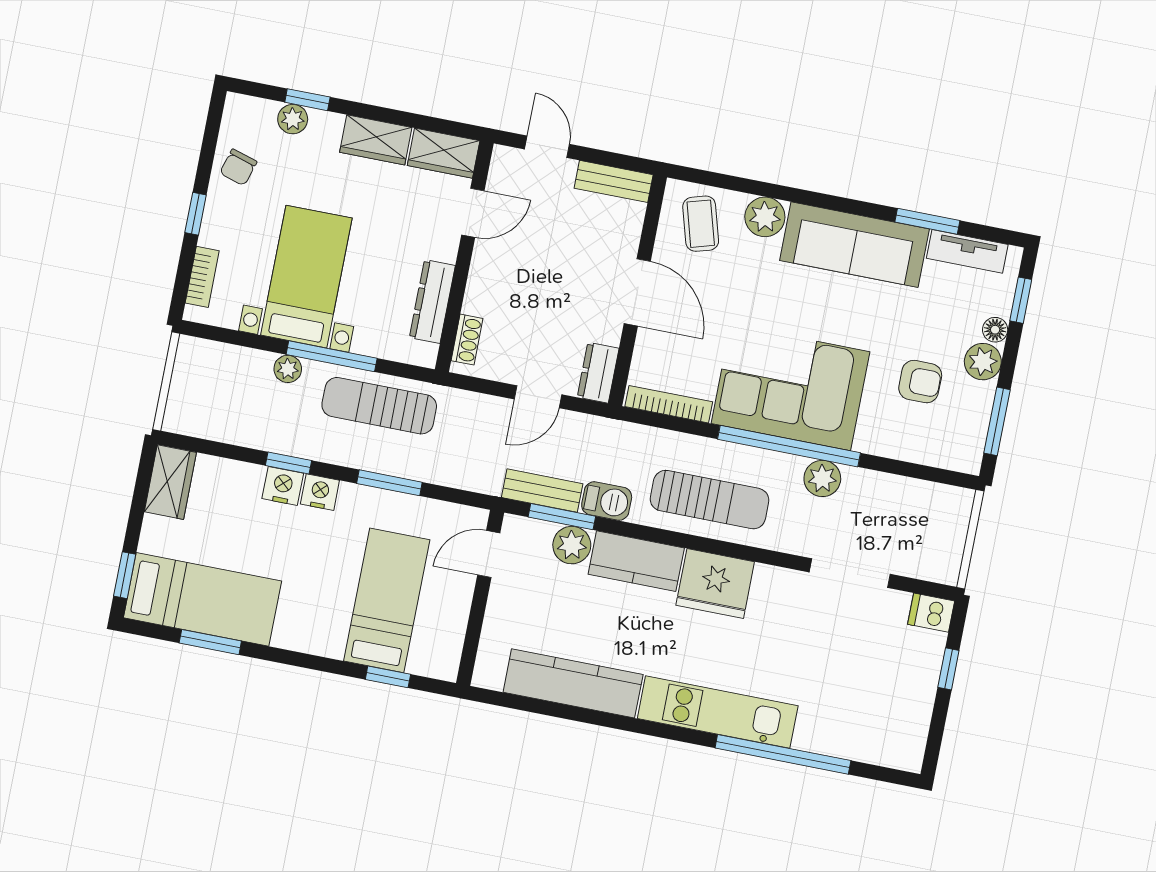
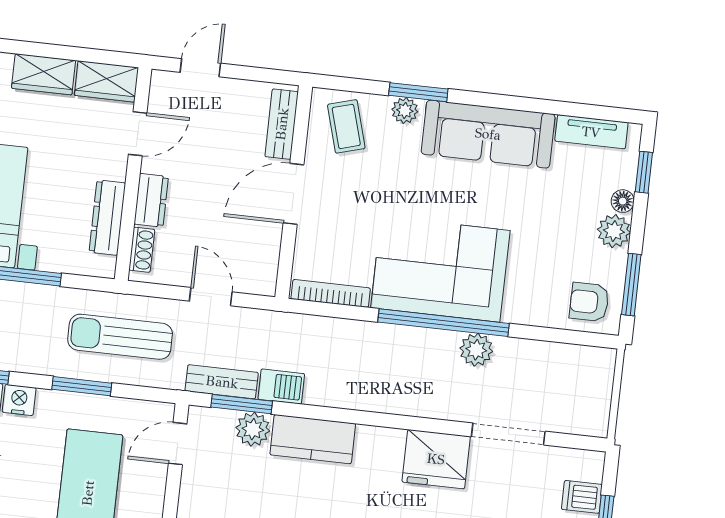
door: (547, 147) -> (200, 68), hinge flipped
bench: (614, 181) -> (282, 124), moved, turned 90
plant: (765, 217) -> (405, 111), width x0.73, depth x0.73
window: (927, 221) -> (418, 92), moved
door: (637, 292) -> (293, 194), swing flipped
dresser: (598, 373) -> (151, 200), moved, turned 180
armchair: (920, 382) -> (589, 302), moved, turned 180
door: (538, 397) -> (211, 297), swing flipped
sun lounger: (379, 406) -> (120, 337), moved
sun lounger: (709, 500) -> (375, 377), removed
fridge: (715, 584) -> (436, 459), moved
dishwasher: (931, 613) -> (582, 497), moved

